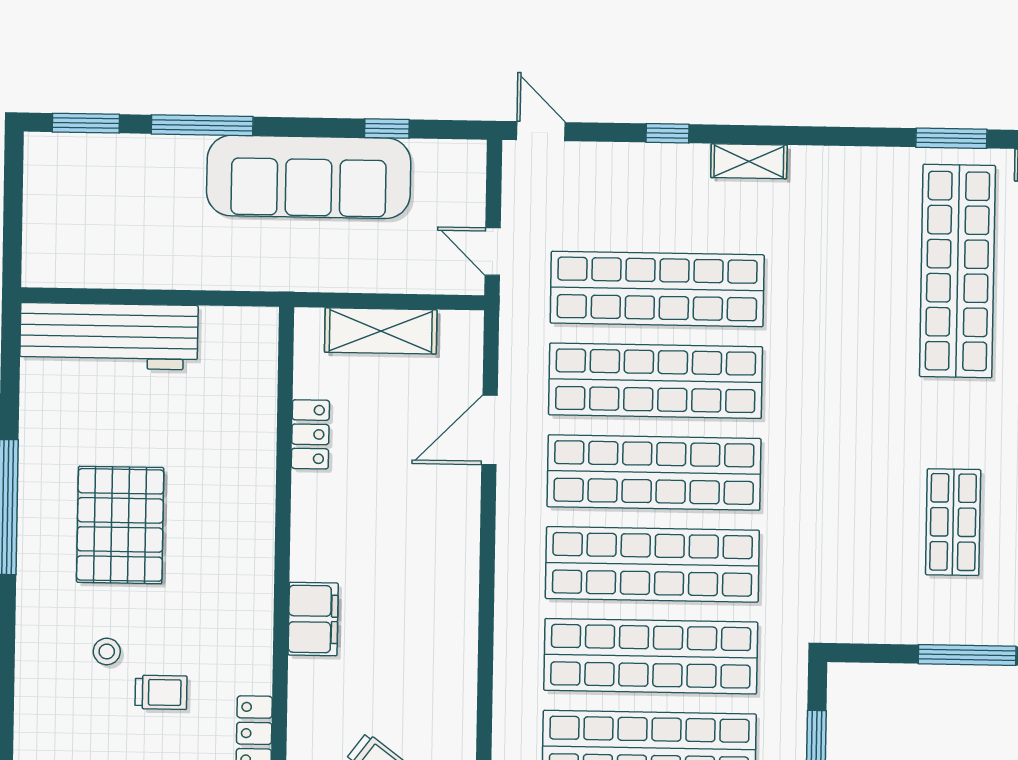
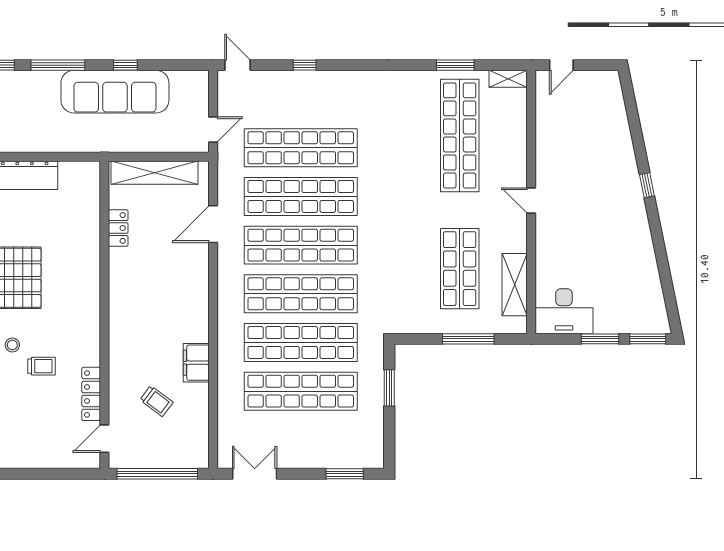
window: (387, 128) -> (125, 65), moved
shelving: (749, 161) -> (348, 79), removed
door: (493, 252) -> (213, 129), swing flipped
shelving: (381, 331) -> (155, 173), width x1.47
shop shelf: (953, 522) -> (460, 269), width x1.43, depth x1.36
filing cabinet: (313, 619) -> (196, 363), moved, turned 180

